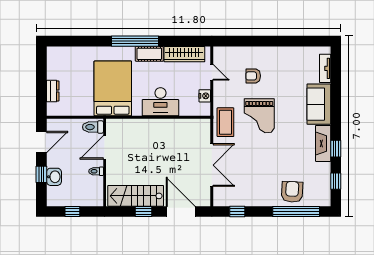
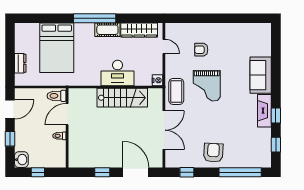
tv unit: (325, 68) -> (266, 43), removed
bed: (113, 88) -> (57, 48), moved, turned 180
nightstand: (205, 96) -> (158, 80), moved
washbasin: (54, 177) -> (21, 160), moved
armchair: (292, 192) -> (213, 153), moved
stairs: (136, 196) -> (122, 98), moved, turned 180

